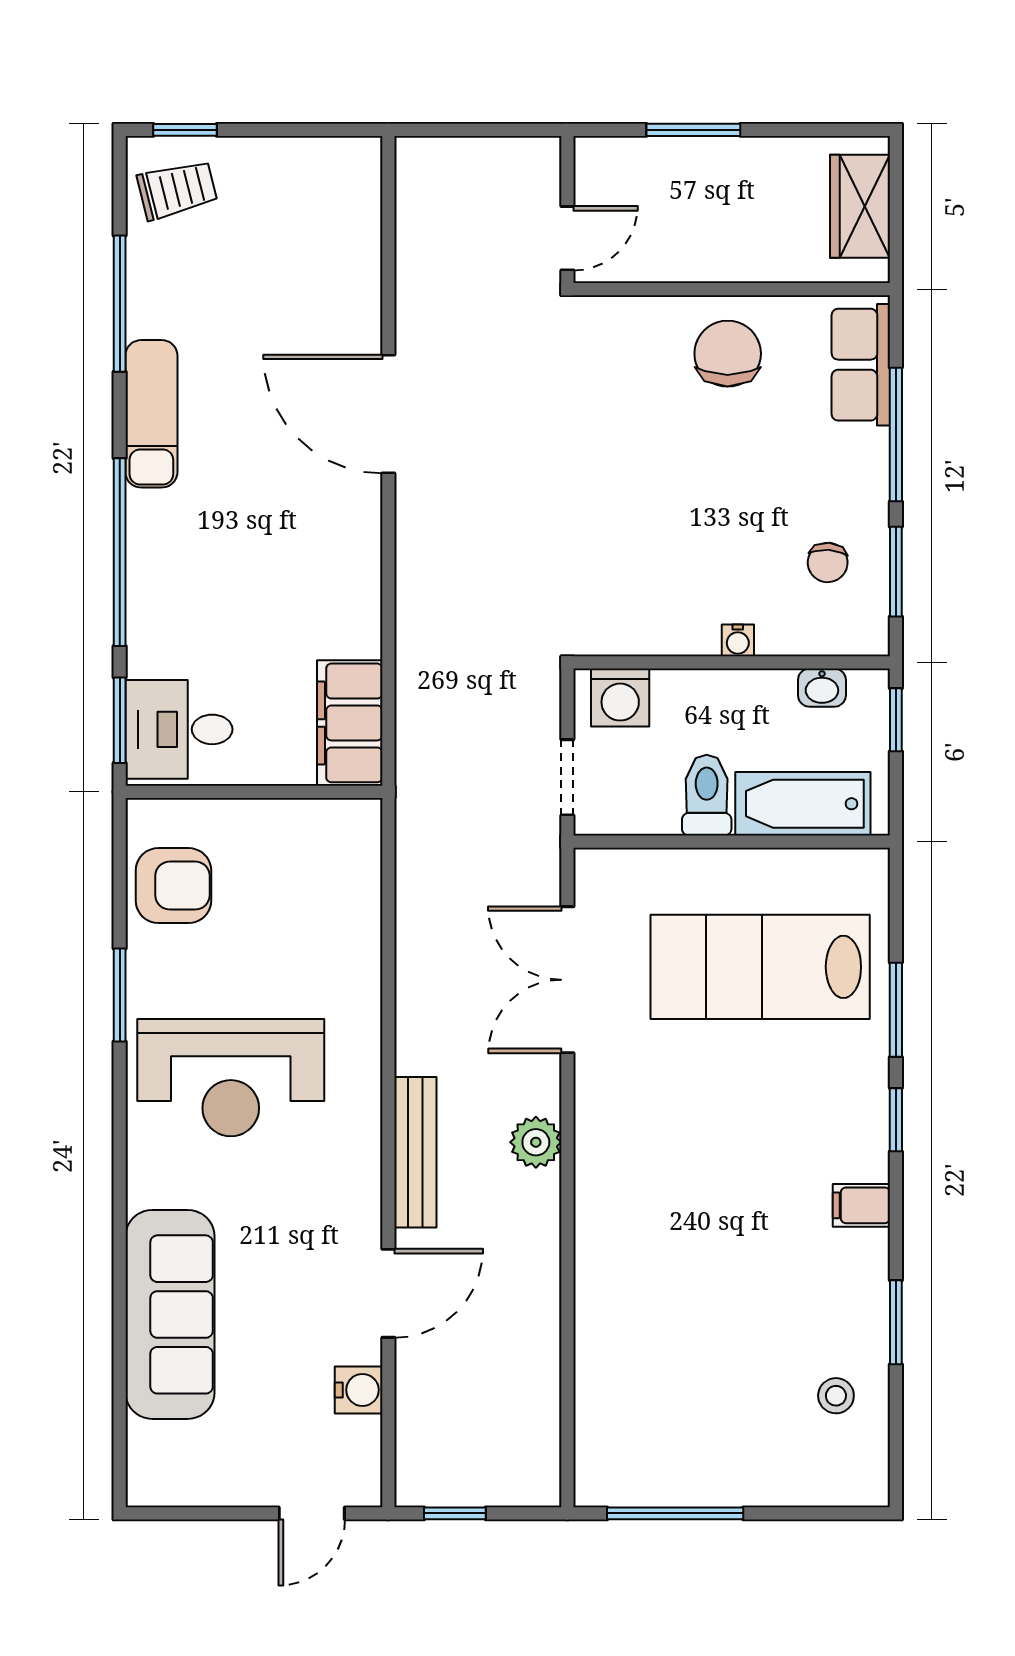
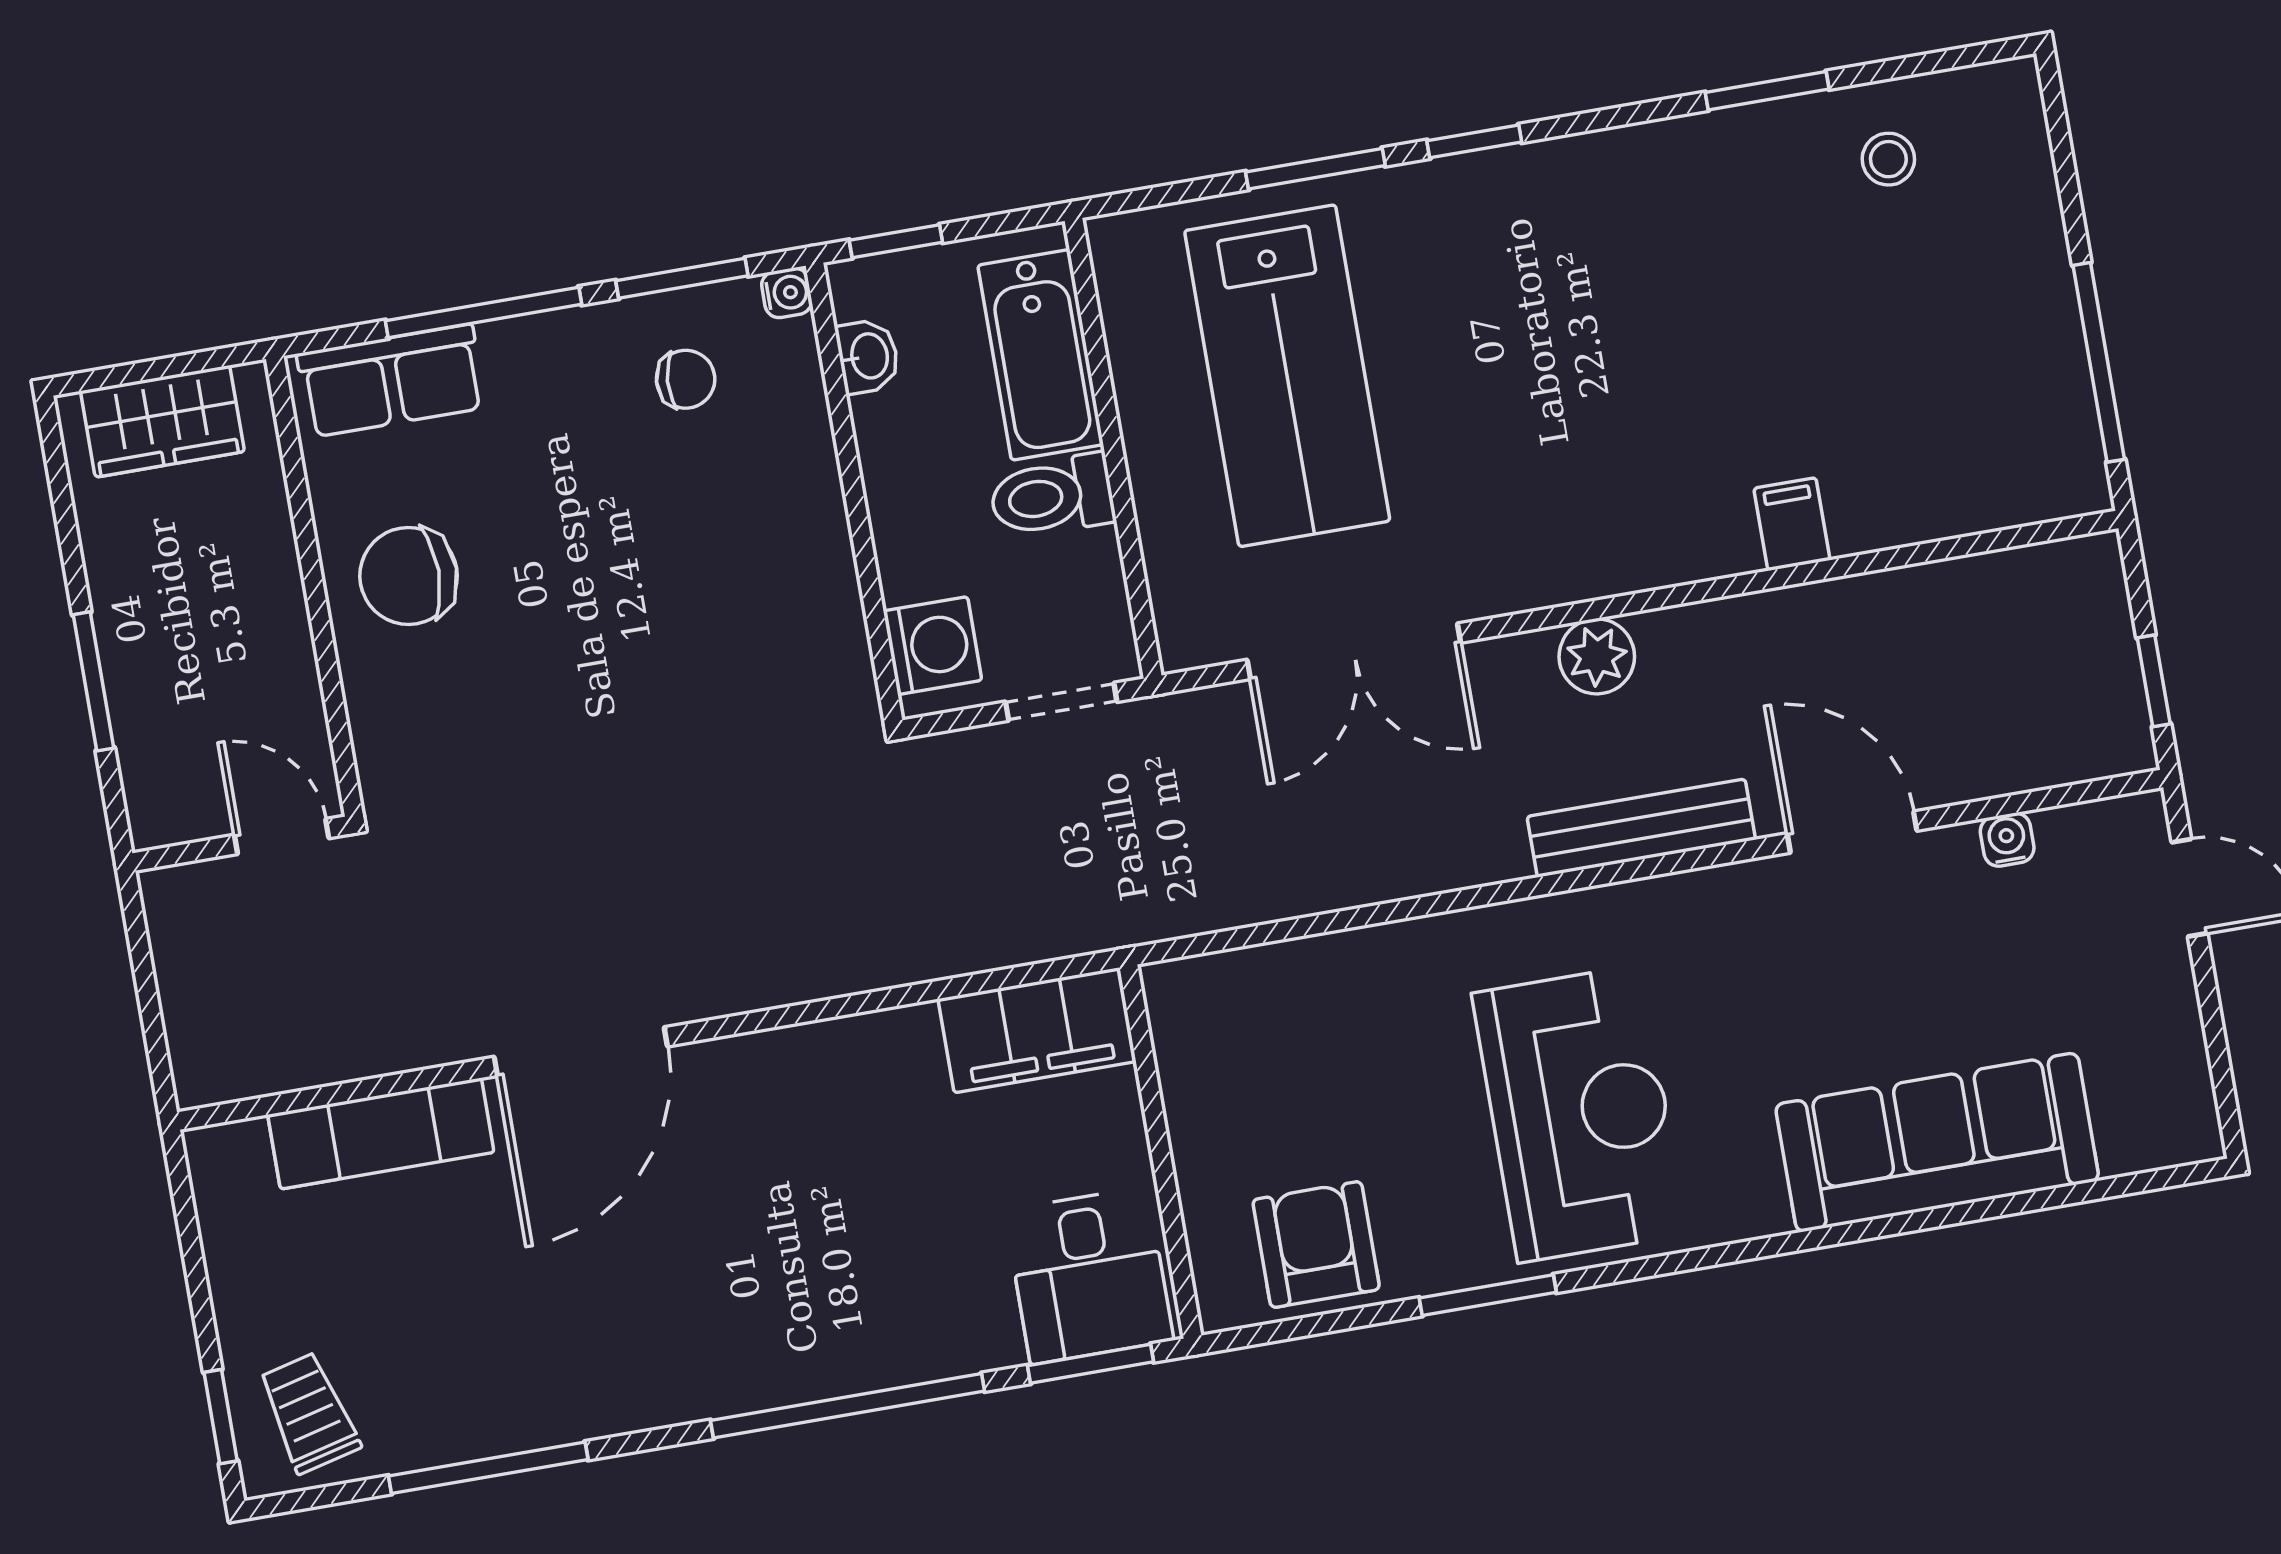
exam couch: (151, 414) -> (381, 1134), moved, turned 180
water cooler: (738, 640) -> (787, 293), moved
filing cabinet: (861, 1205) -> (1792, 524), moved, turned 180
water cooler: (359, 1390) -> (2007, 840), width x0.72, depth x0.72

